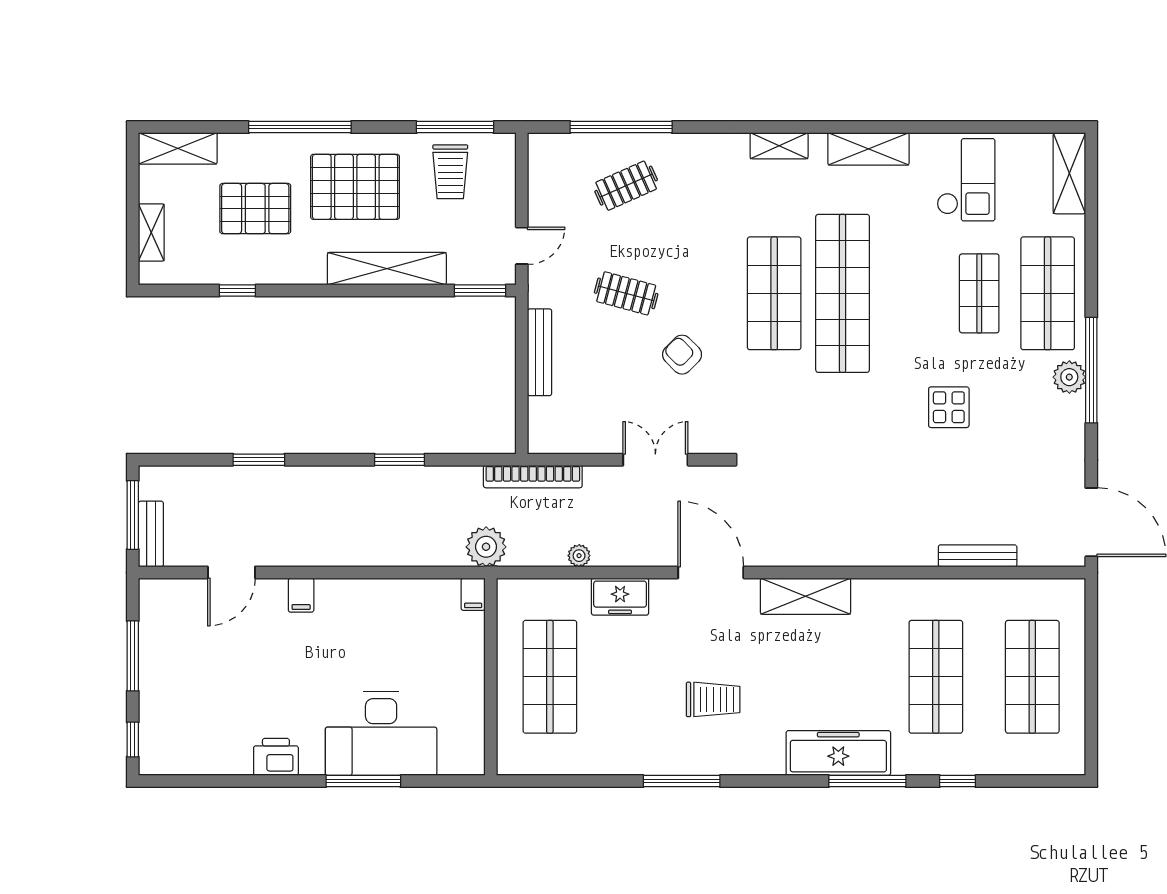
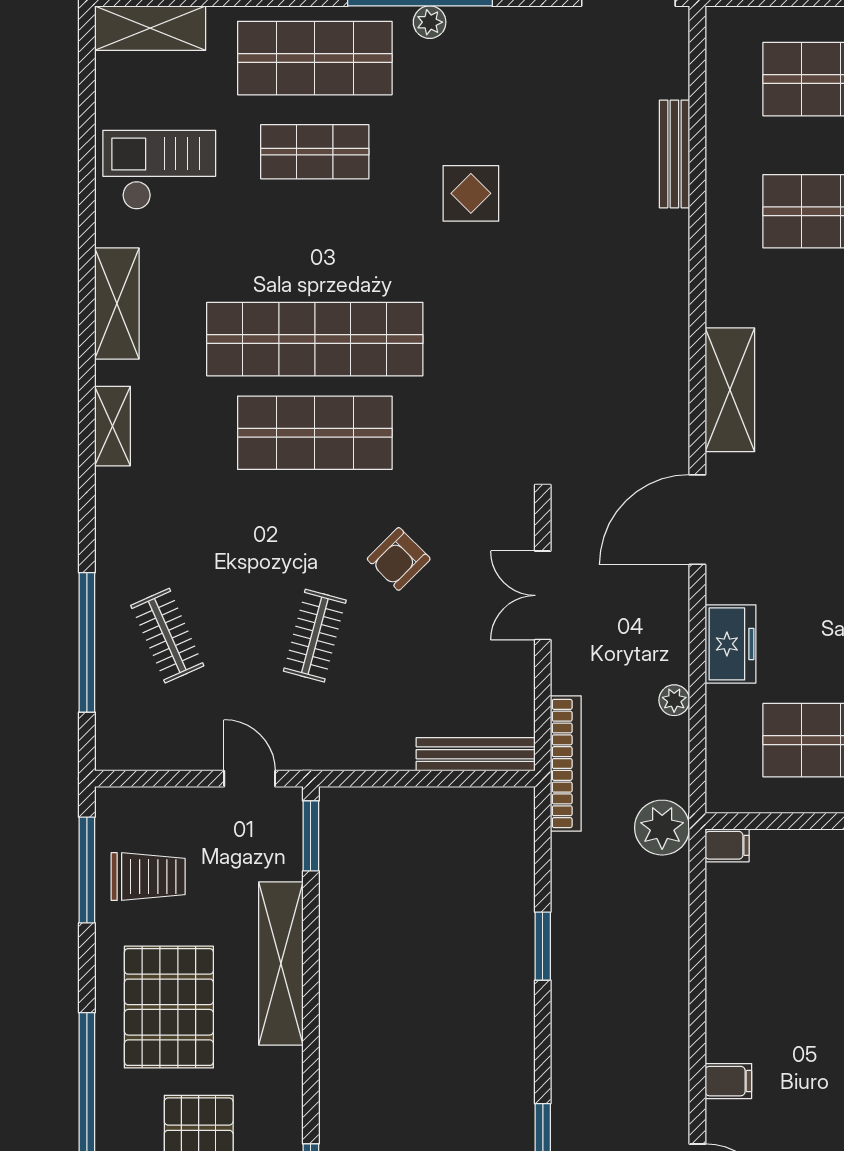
bench: (540, 352) -> (476, 754), moved
plant: (1069, 377) -> (430, 22), width x0.73, depth x0.73

